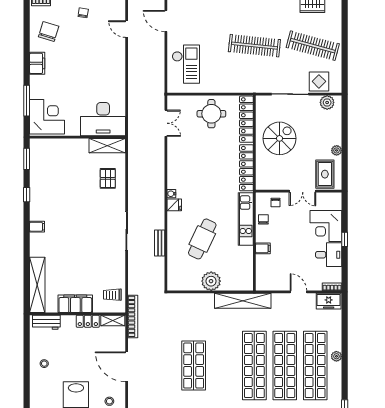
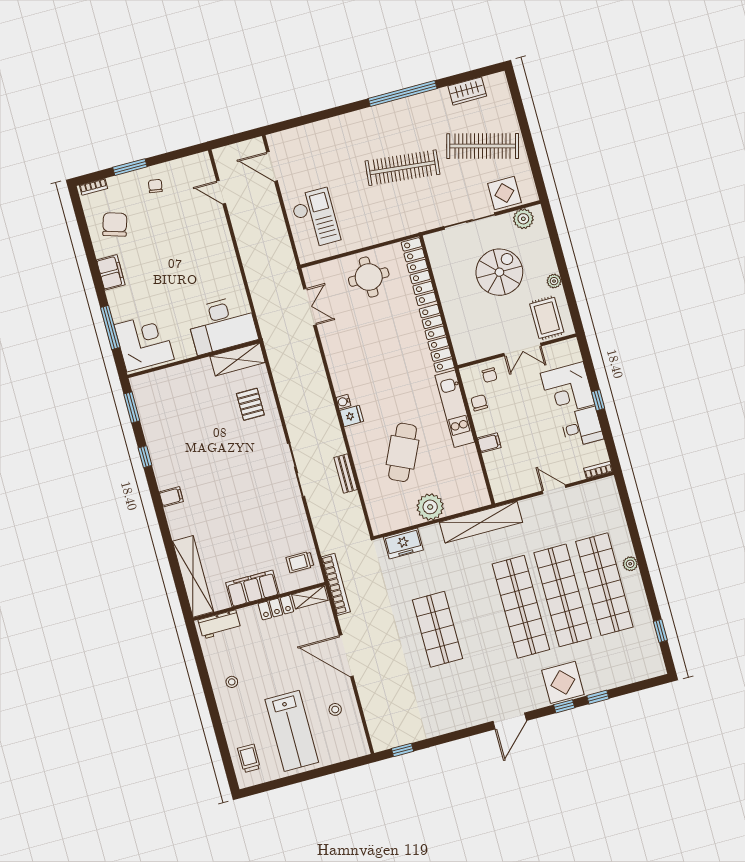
spiral stairs: (280, 138) -> (499, 272), moved
freezer: (329, 301) -> (403, 544), moved

